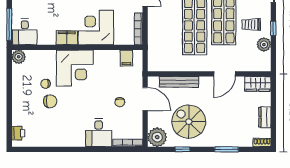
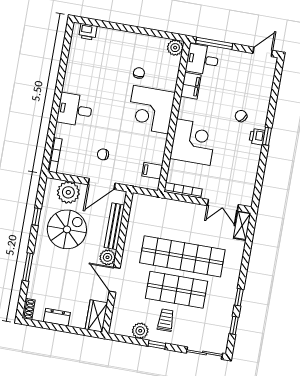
filing cabinet: (67, 38) -> (191, 86), moved
plant: (207, 83) -> (108, 257), added
chair: (50, 101) -> (118, 75), removed
desk: (99, 133) -> (75, 110), moved
plant: (157, 137) -> (68, 192), moved

